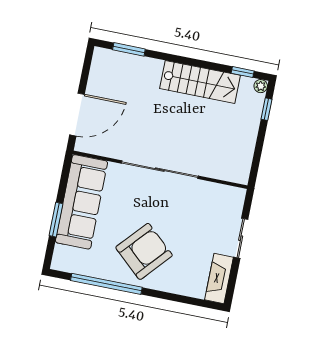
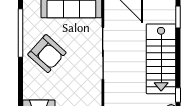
stairs: (200, 82) -> (161, 59), width x1.36, depth x1.51

